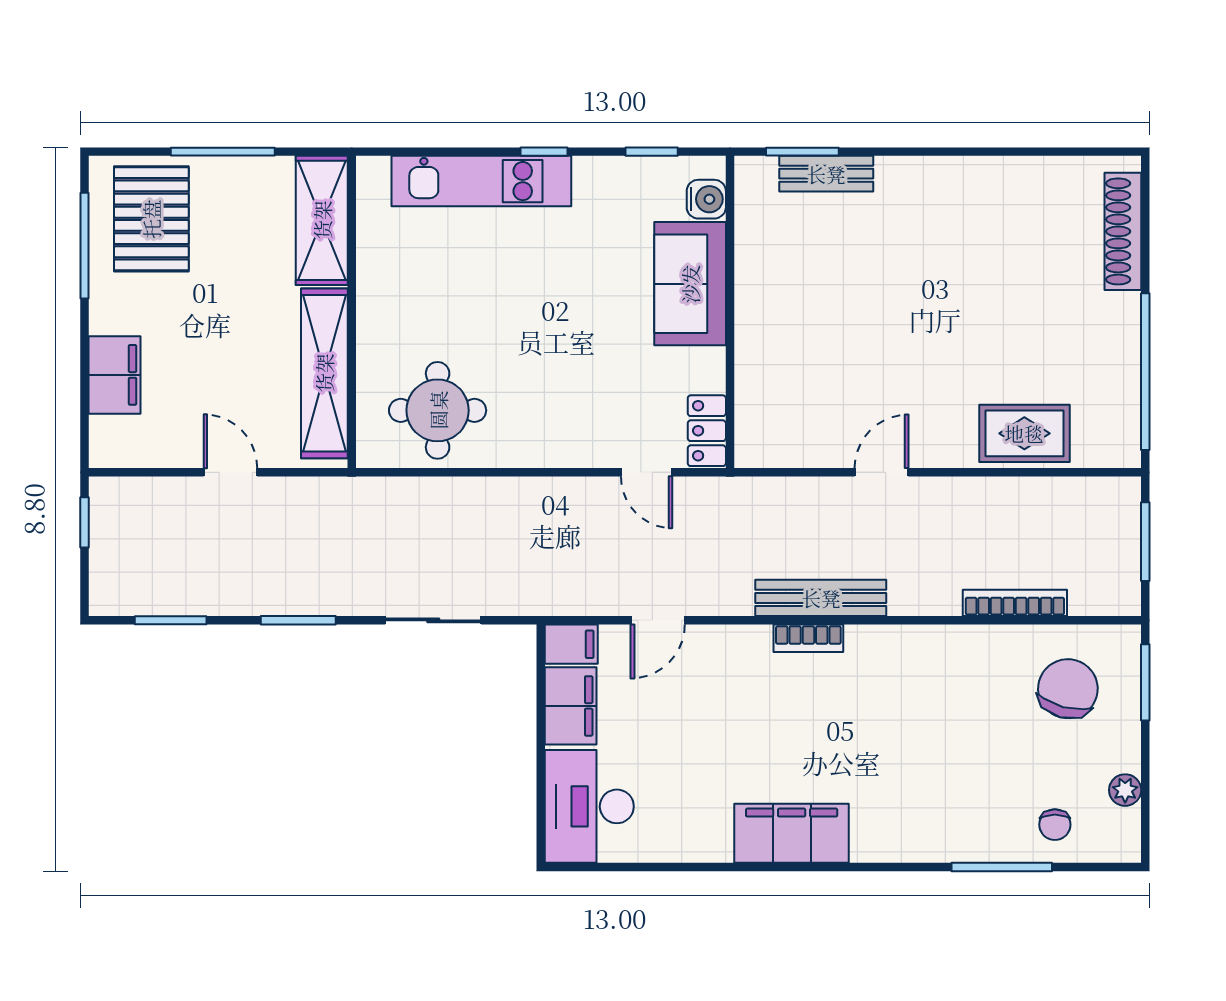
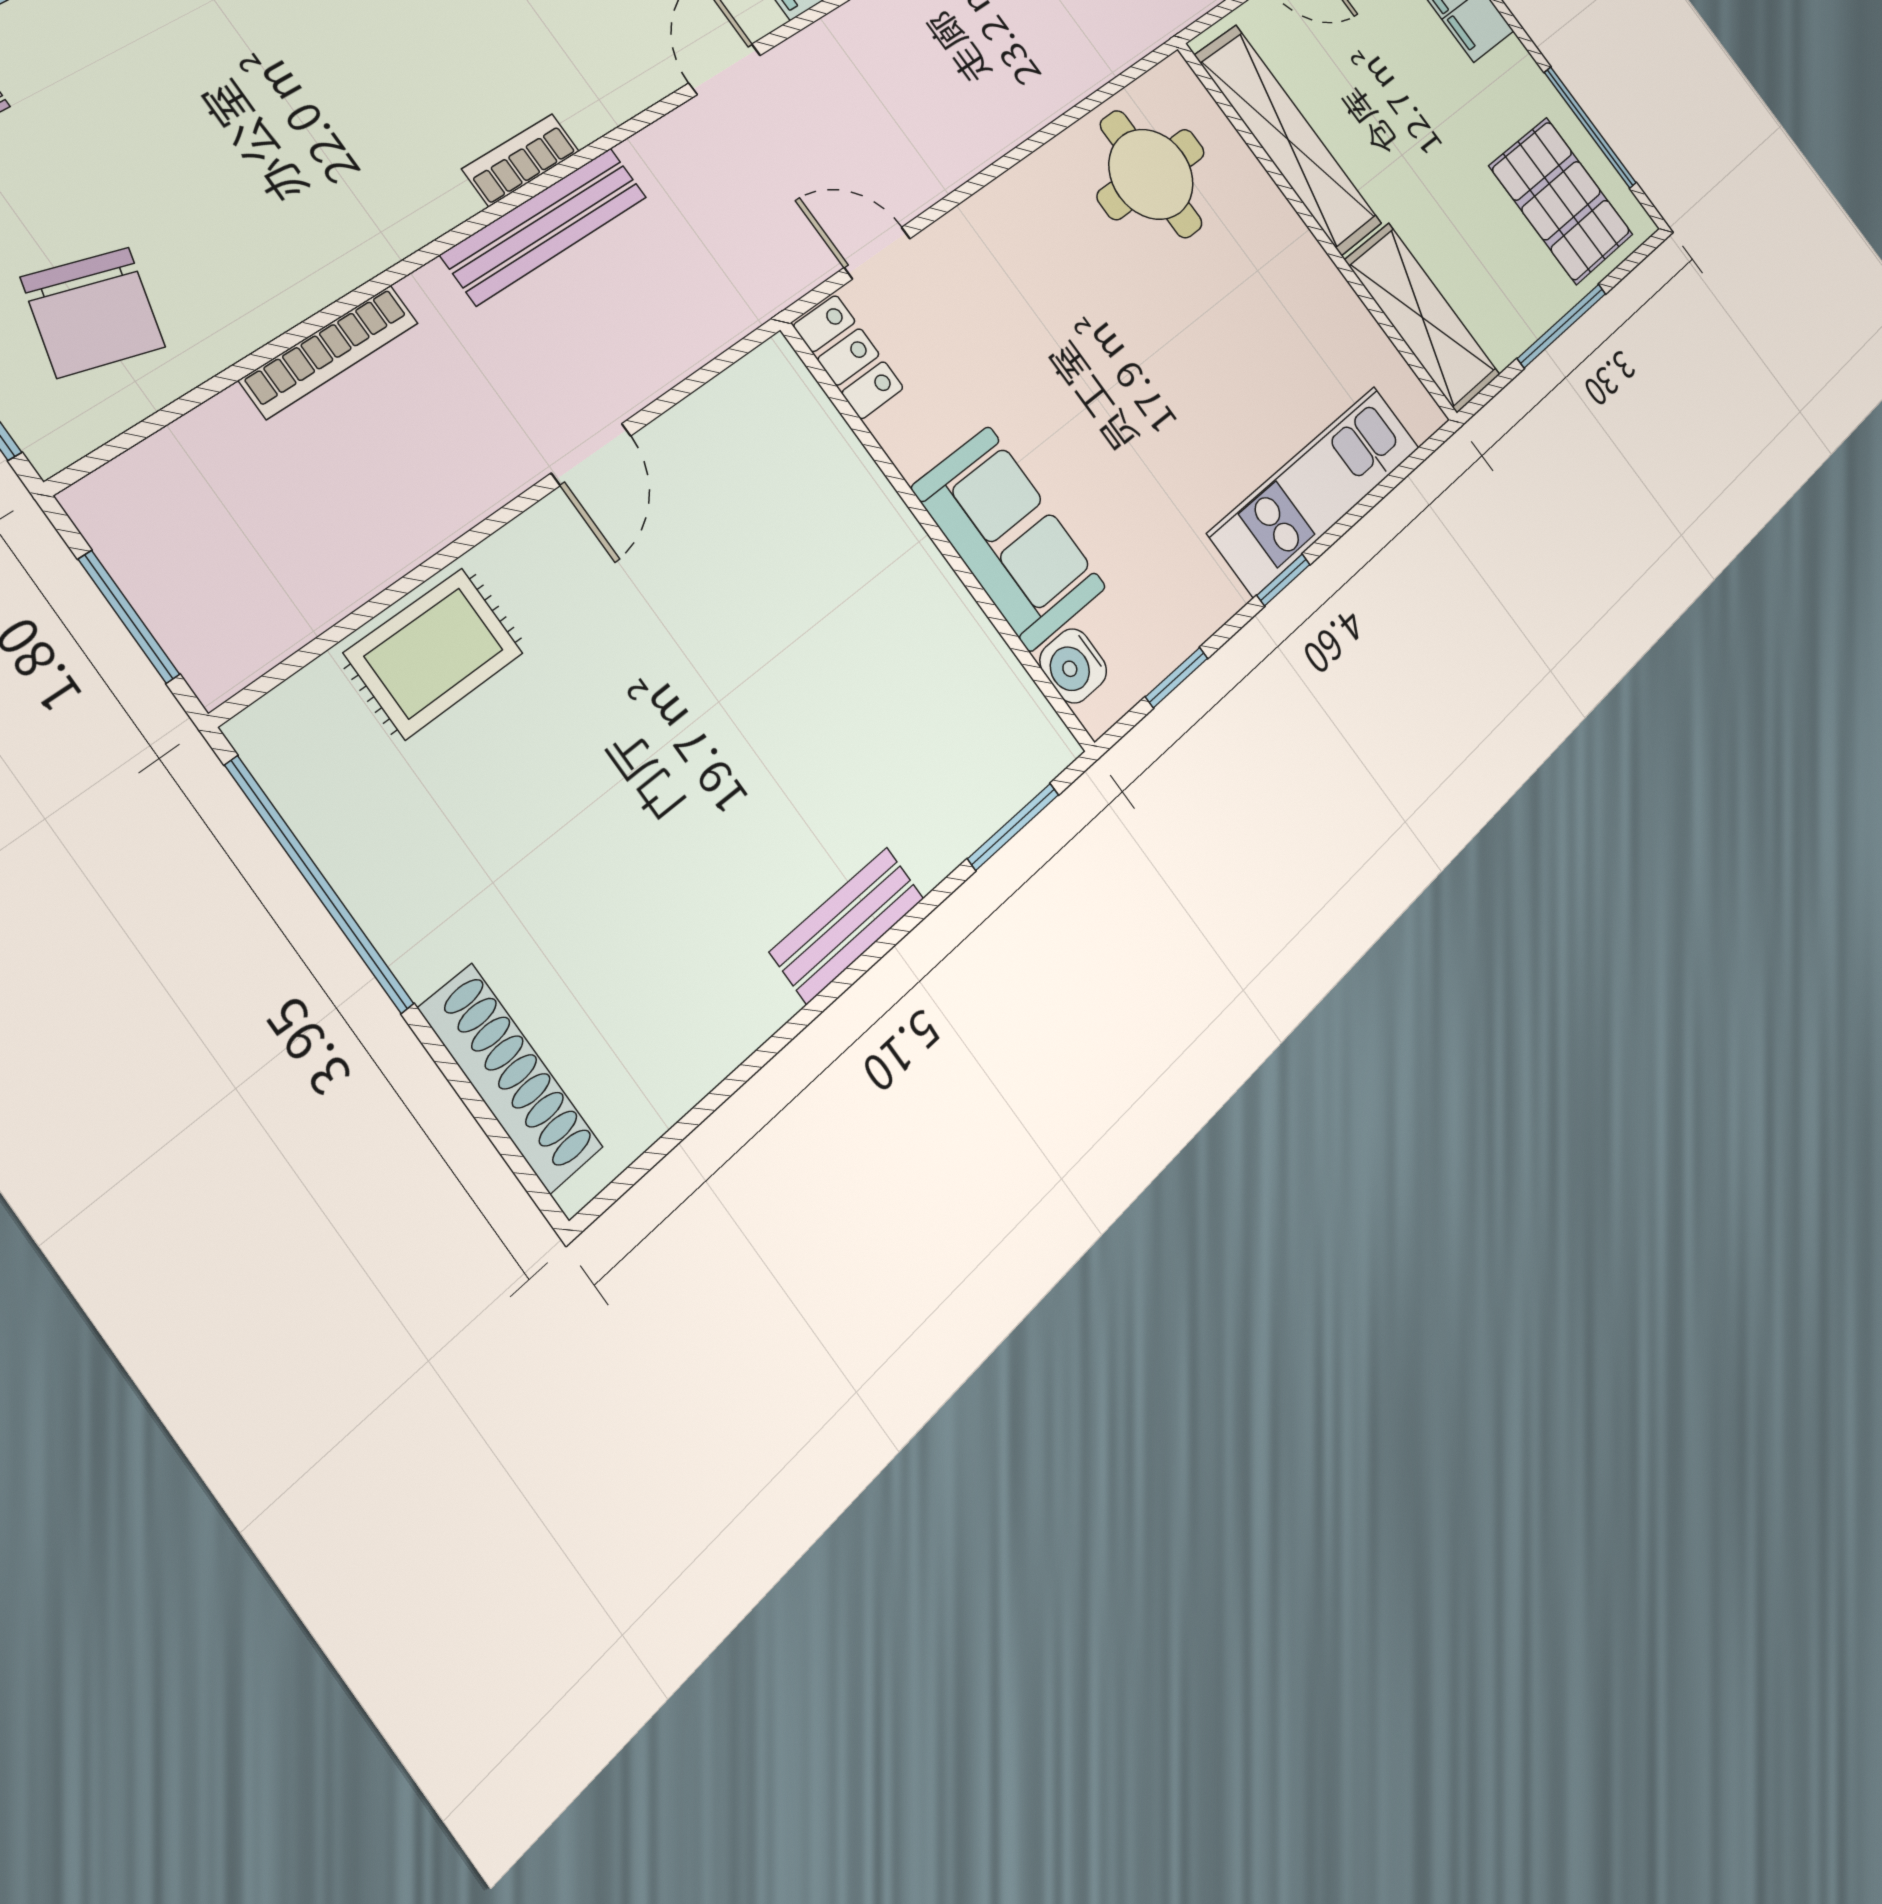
bench: (826, 174) -> (847, 925), moved
bookcase: (1015, 603) -> (329, 351), moved

